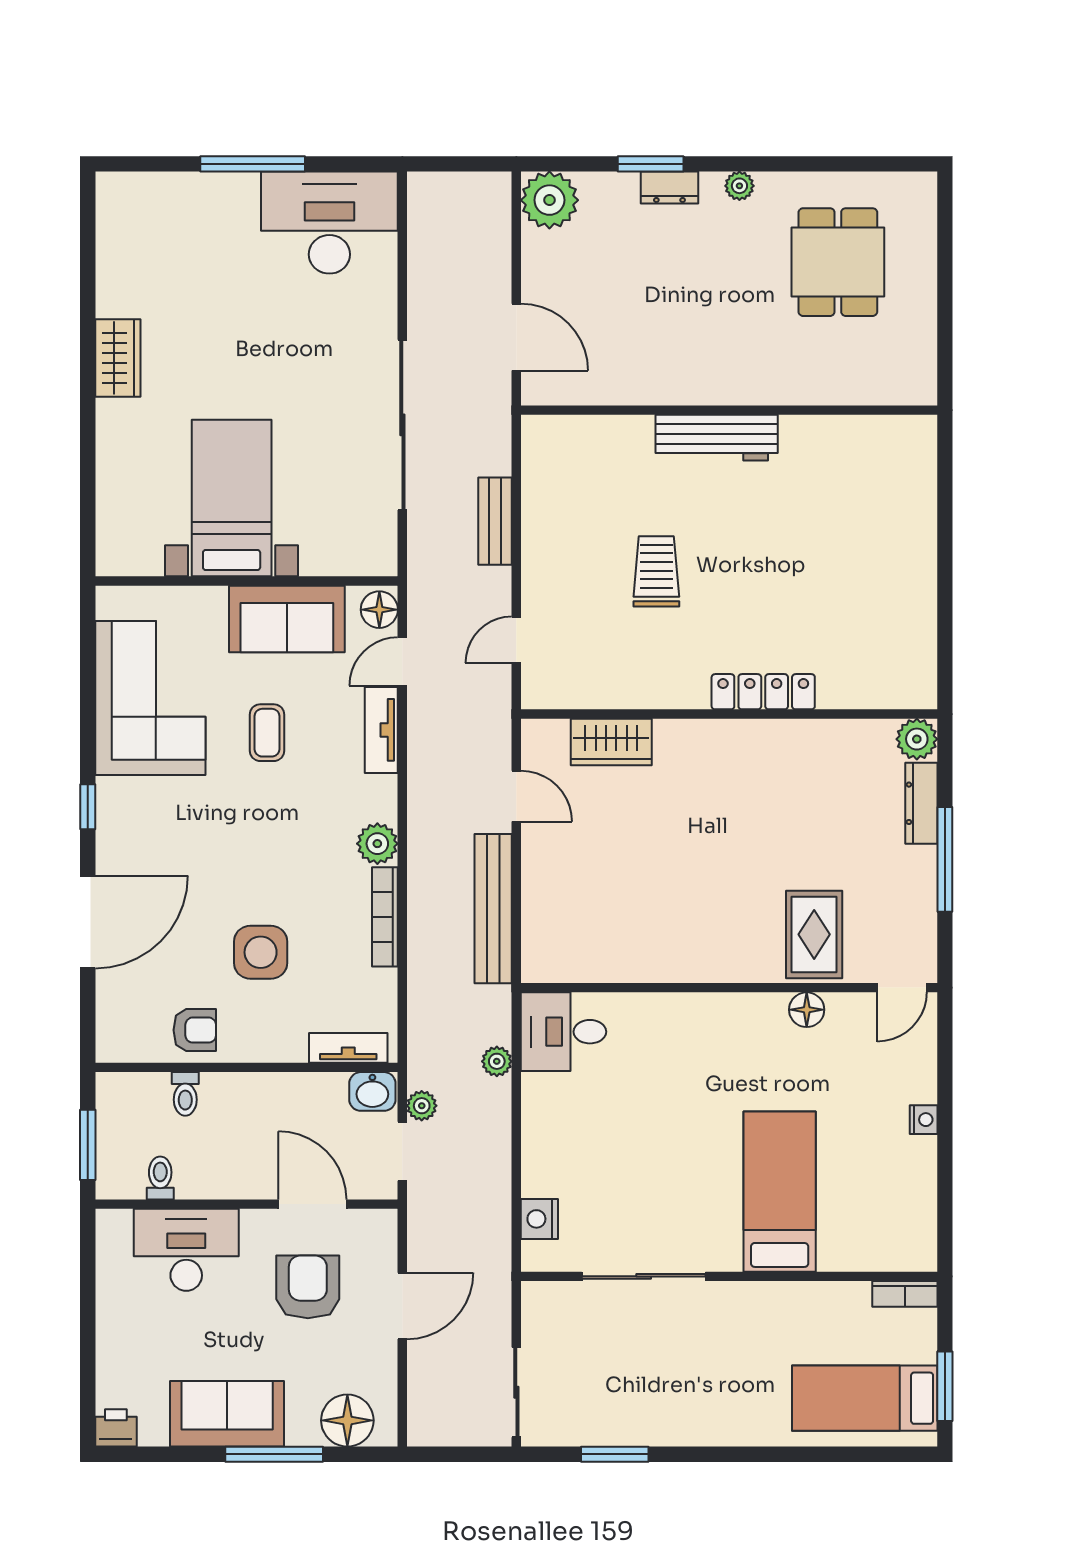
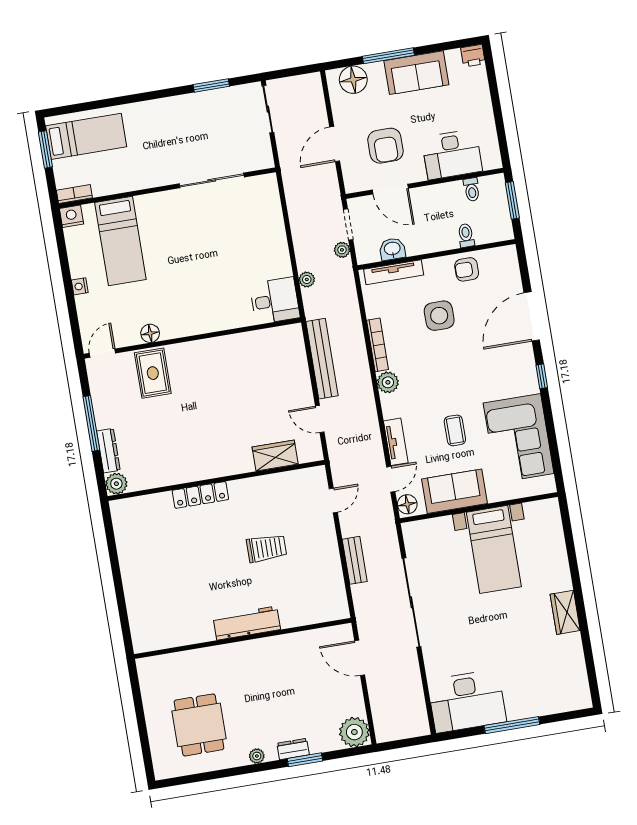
trolley: (656, 571) -> (266, 548), turned -90
tv unit: (348, 1048) -> (394, 272), width x1.41
washbasin: (372, 1091) -> (392, 249), moved
bed: (780, 1192) -> (120, 241), moved
nightstand: (539, 1219) -> (71, 216), moved, turned -90

